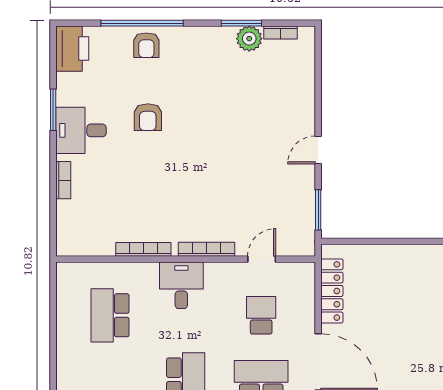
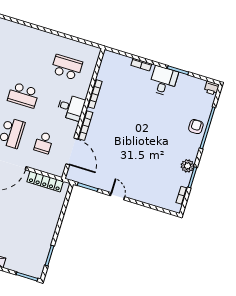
plant: (249, 39) -> (188, 166), moved
armchair: (146, 45) -> (196, 127), turned 90
printer: (72, 49) -> (212, 88), width x0.53, depth x0.68
armchair: (148, 117) -> (160, 116), removed
door: (262, 259) -> (72, 151), width x1.87
school desk: (261, 315) -> (44, 143), turned 90

